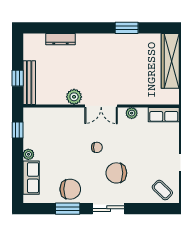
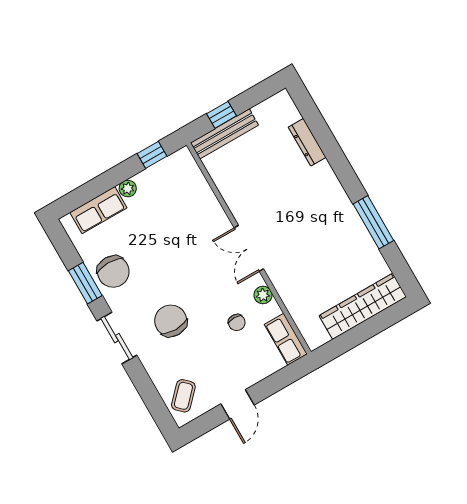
window: (127, 28) -> (373, 222), width x1.44
plant: (74, 97) -> (240, 205), removed
chair: (97, 147) -> (237, 322), moved

